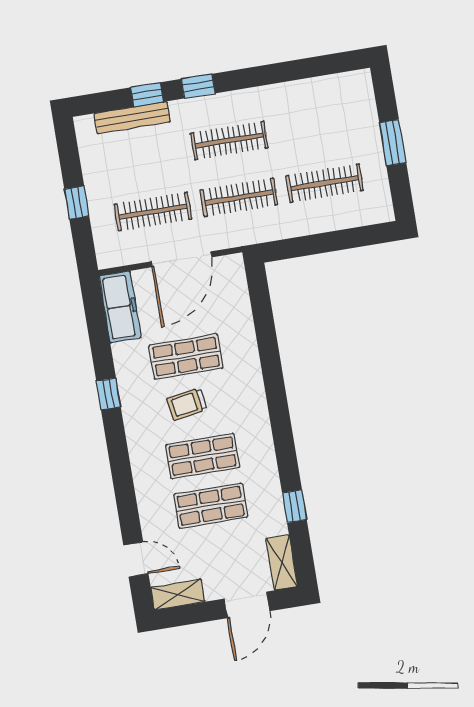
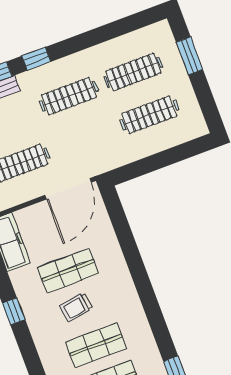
window: (393, 143) -> (189, 56), moved
clothes rail: (239, 197) -> (133, 72), moved
door: (181, 259) -> (68, 189), moved

